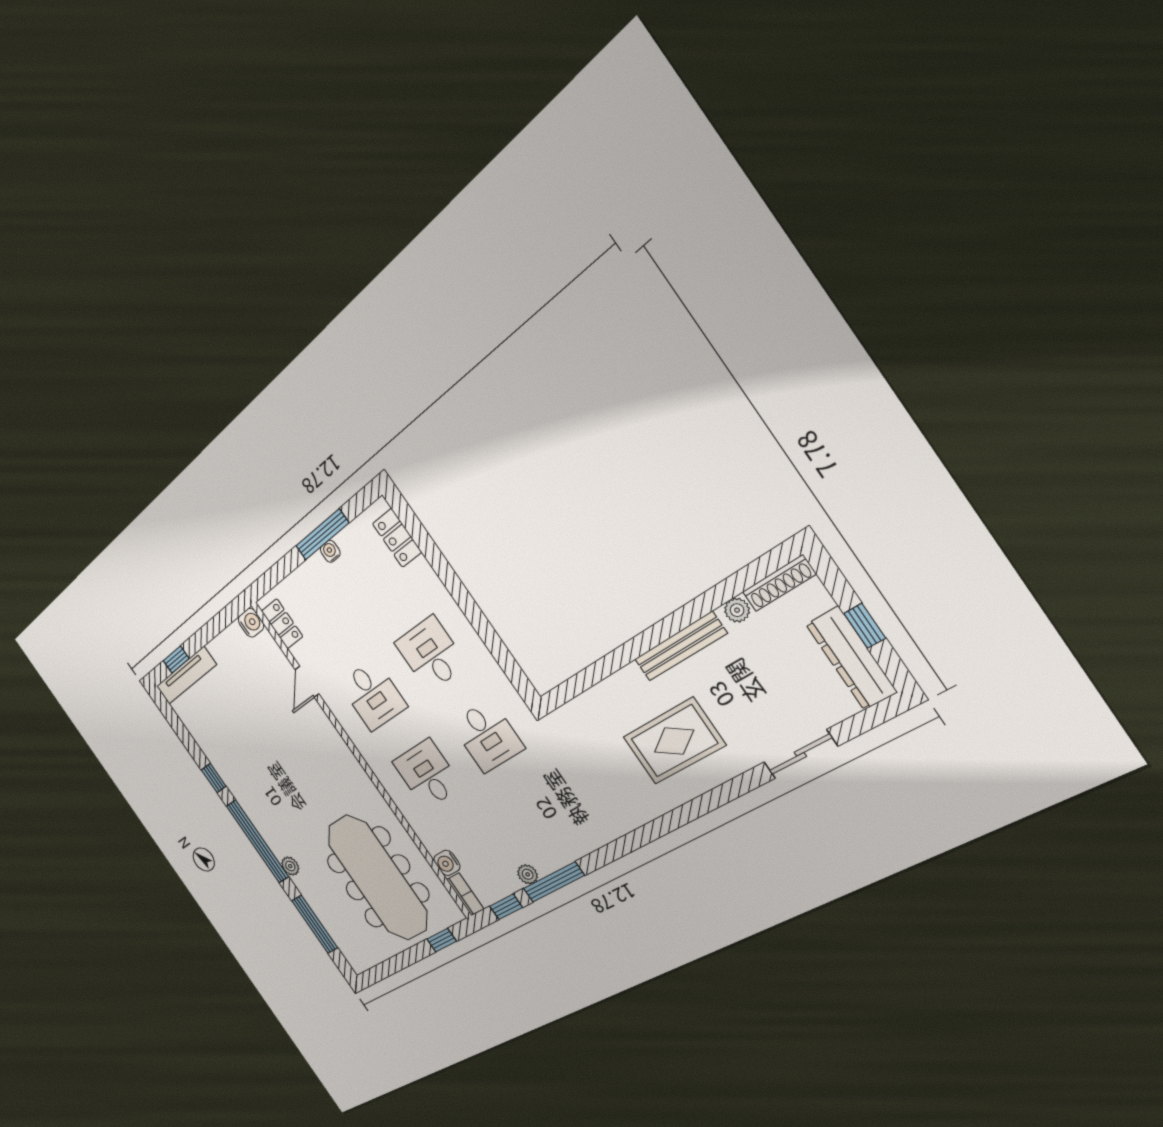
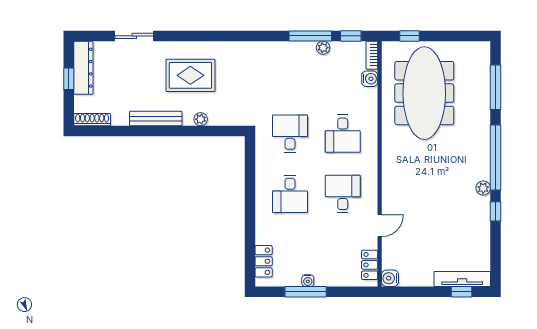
plant: (737, 610) -> (201, 119), moved
plant: (290, 866) -> (483, 188), moved

